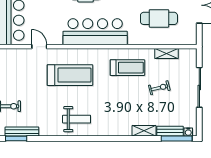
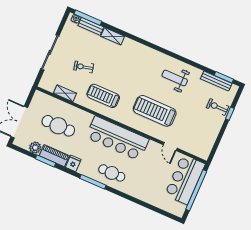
weight bench: (77, 119) -> (175, 78), moved

